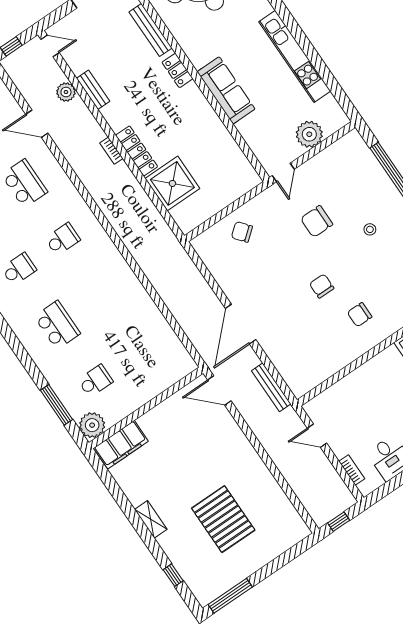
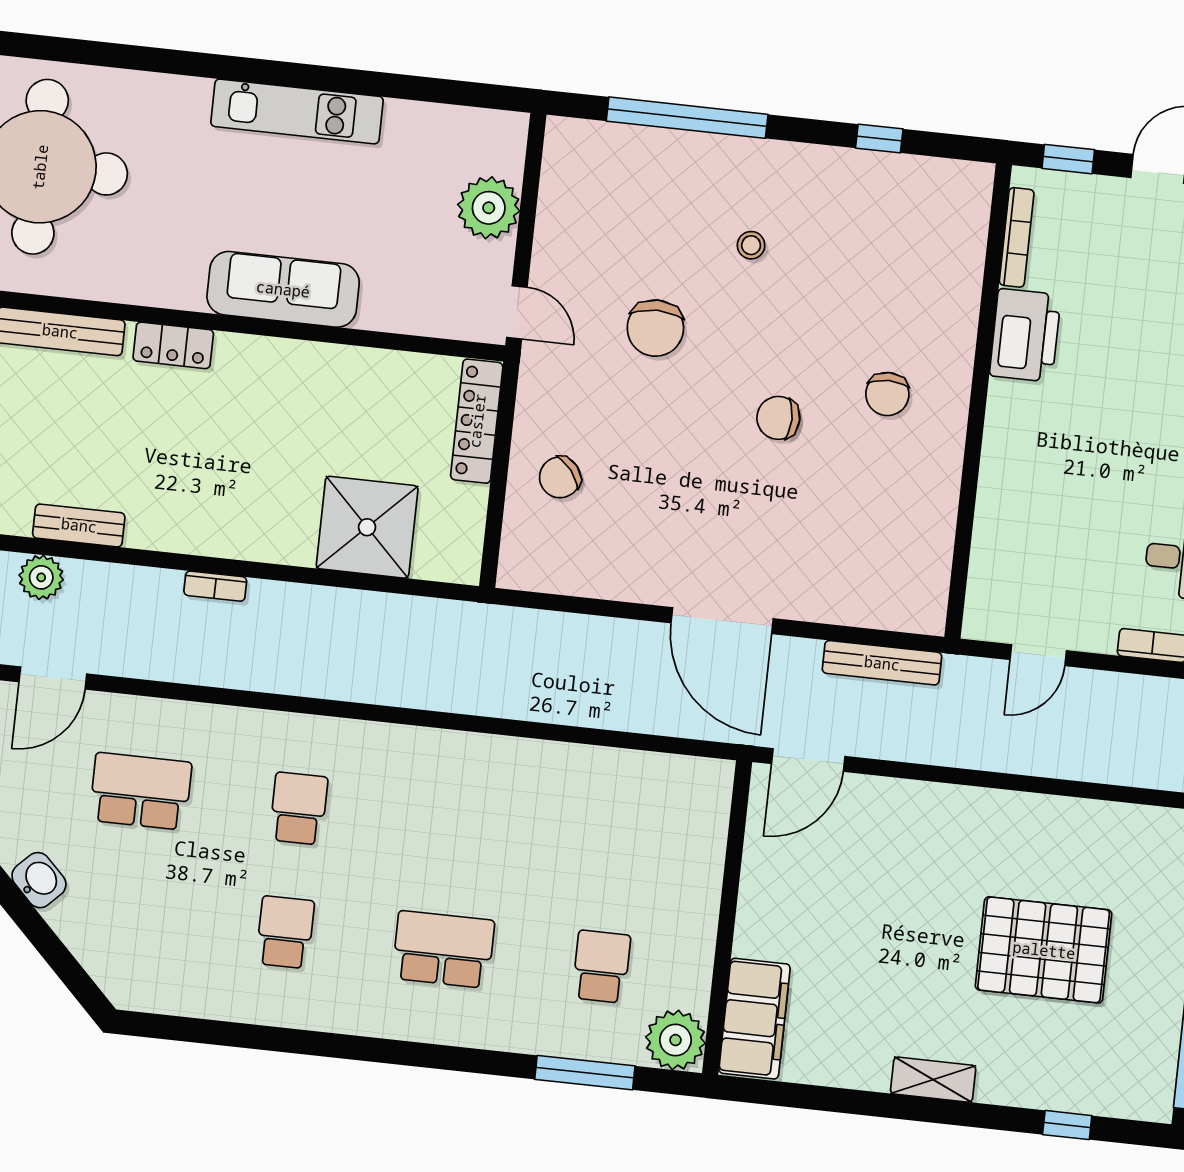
kitchen unit: (295, 56) -> (297, 111), width x0.73
locker: (137, 151) -> (477, 421), moved, turned -90

